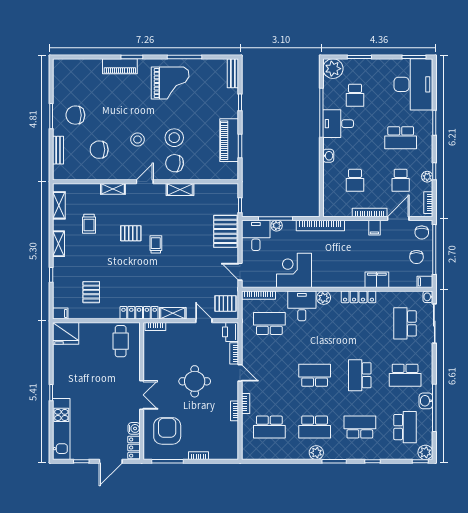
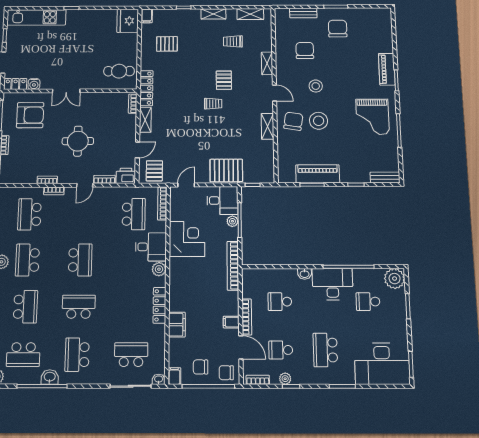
desk: (338, 124) -> (333, 284), width x1.37

